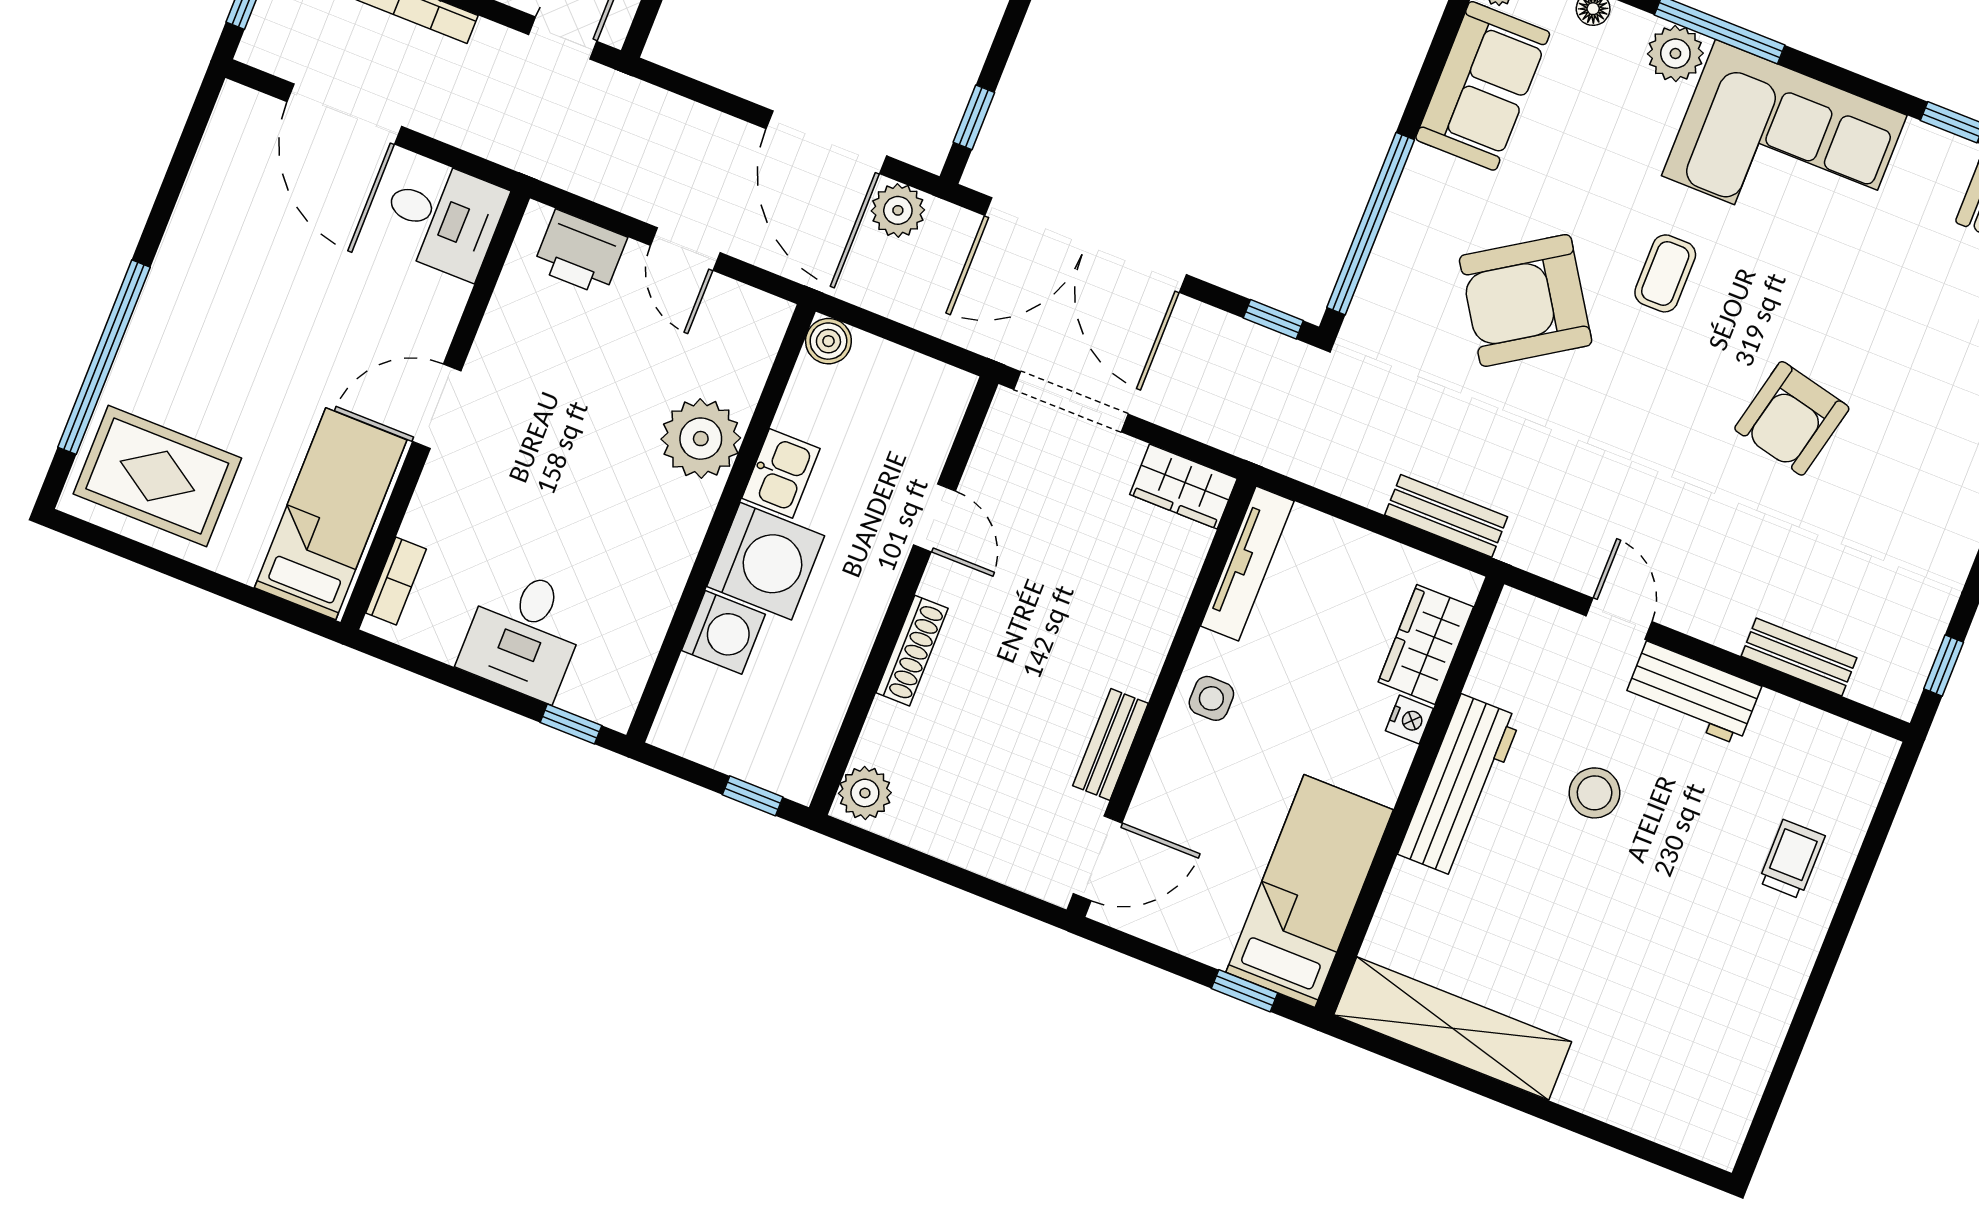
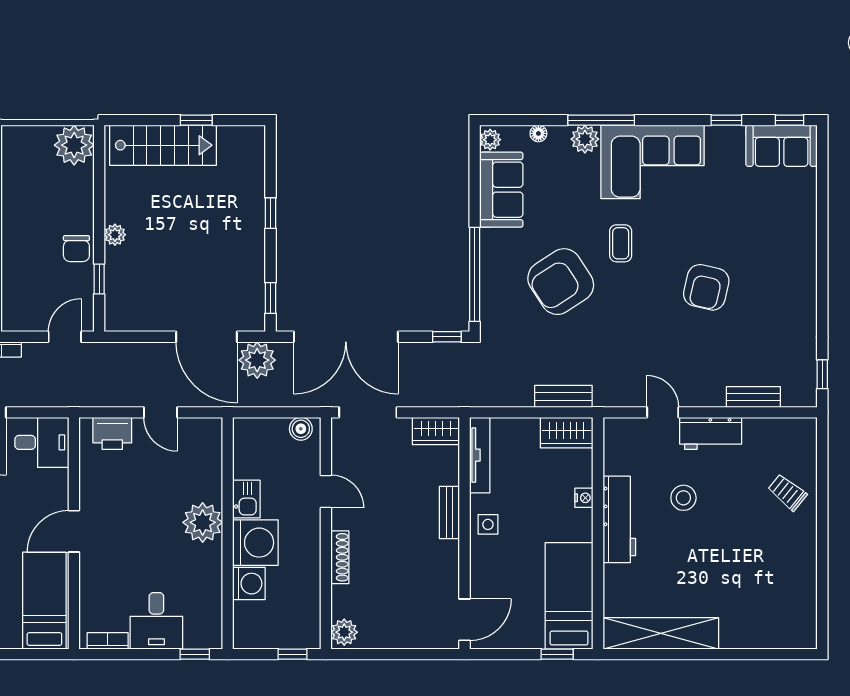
plant: (898, 210) -> (257, 360), width x1.36, depth x1.36
boiler: (828, 341) -> (301, 429), moved
plant: (701, 439) -> (203, 522), moved
bookcase: (396, 581) -> (108, 641), moved, turned -90
wardrobe: (1426, 644) -> (567, 433), moved, turned -90
bench: (1110, 744) -> (449, 513), moved
trolley: (1792, 859) -> (787, 492), turned -51

